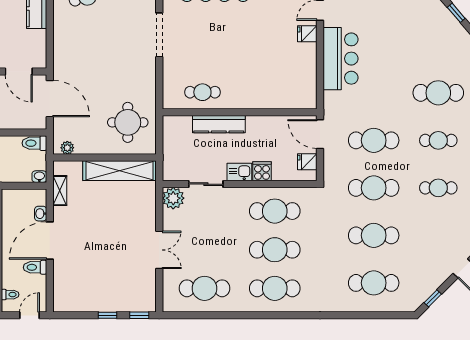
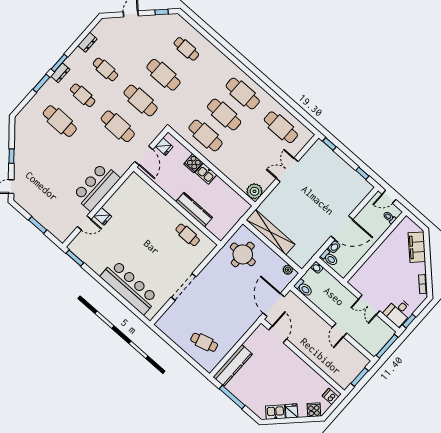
sliding door: (206, 184) -> (230, 183), removed
shelving: (60, 191) -> (313, 250), removed
toilet: (35, 267) -> (329, 258), moved
cafe table: (374, 283) -> (186, 49), width x0.73, depth x0.74
window: (107, 315) -> (362, 173), moved

